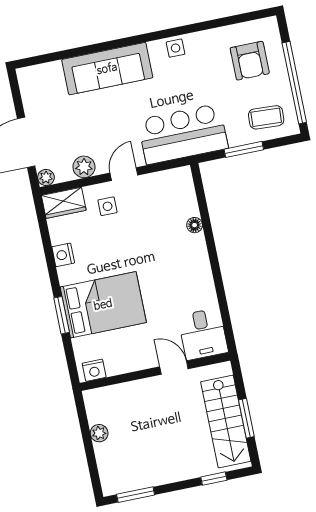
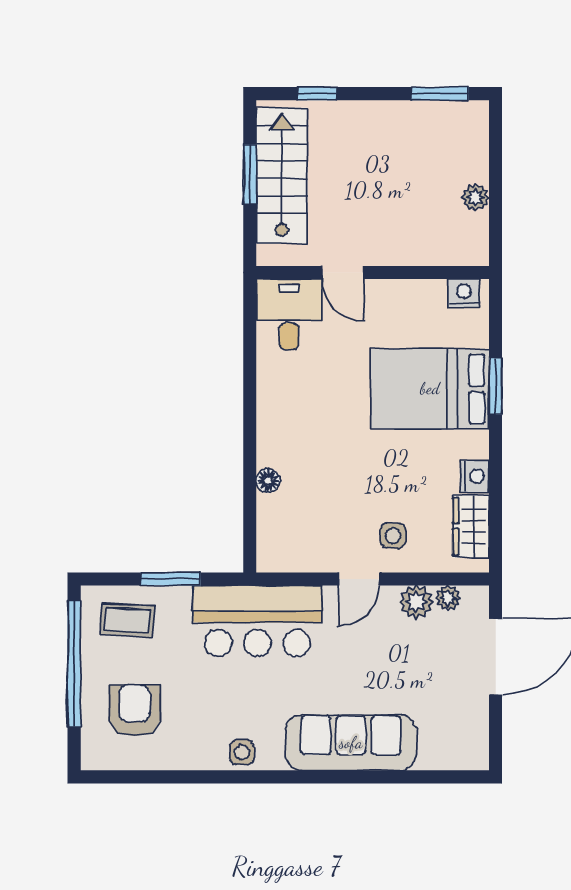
plant: (46, 177) -> (448, 598), moved
wardrobe: (64, 203) -> (471, 526), moved, turned -90

